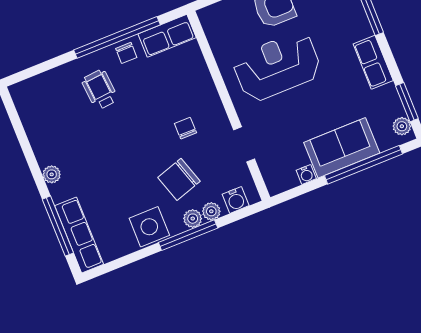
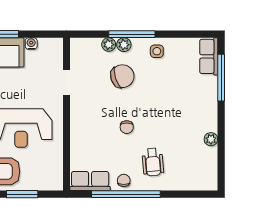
chair: (185, 128) -> (127, 127), moved
plant: (52, 174) -> (211, 139), moved
water cooler: (236, 200) -> (88, 46), removed
side table: (149, 227) -> (157, 51), width x0.54, depth x0.54
row of seats: (79, 235) -> (209, 56), width x0.68

